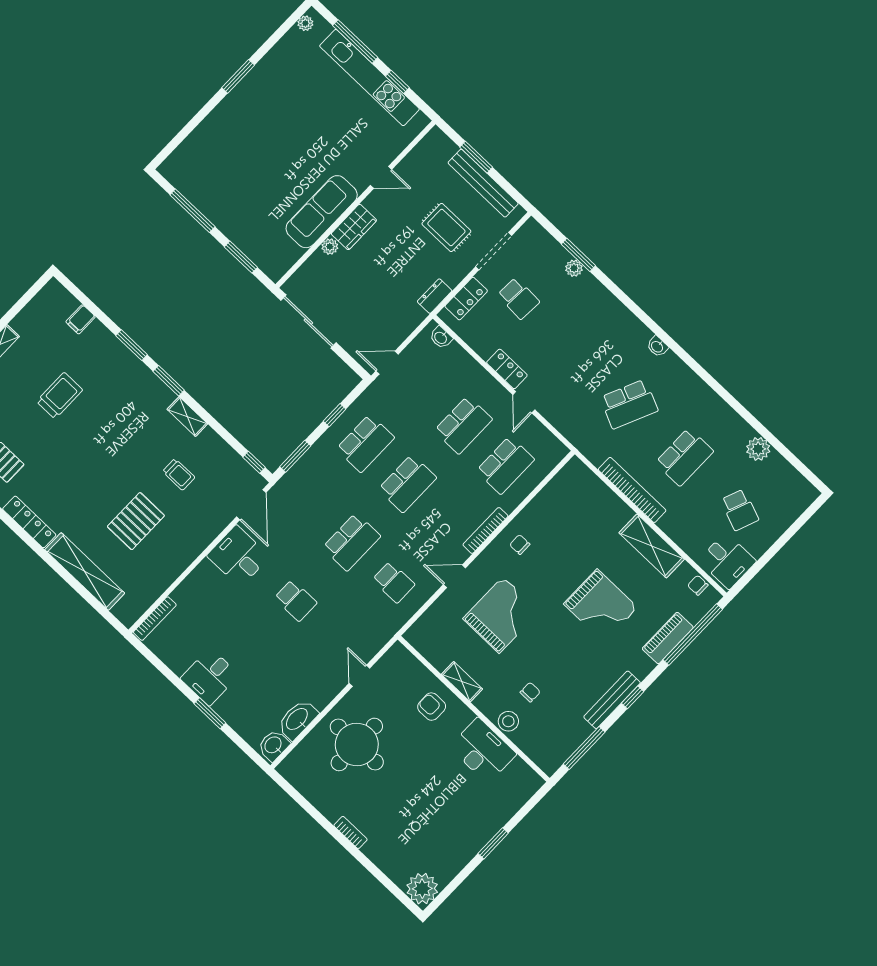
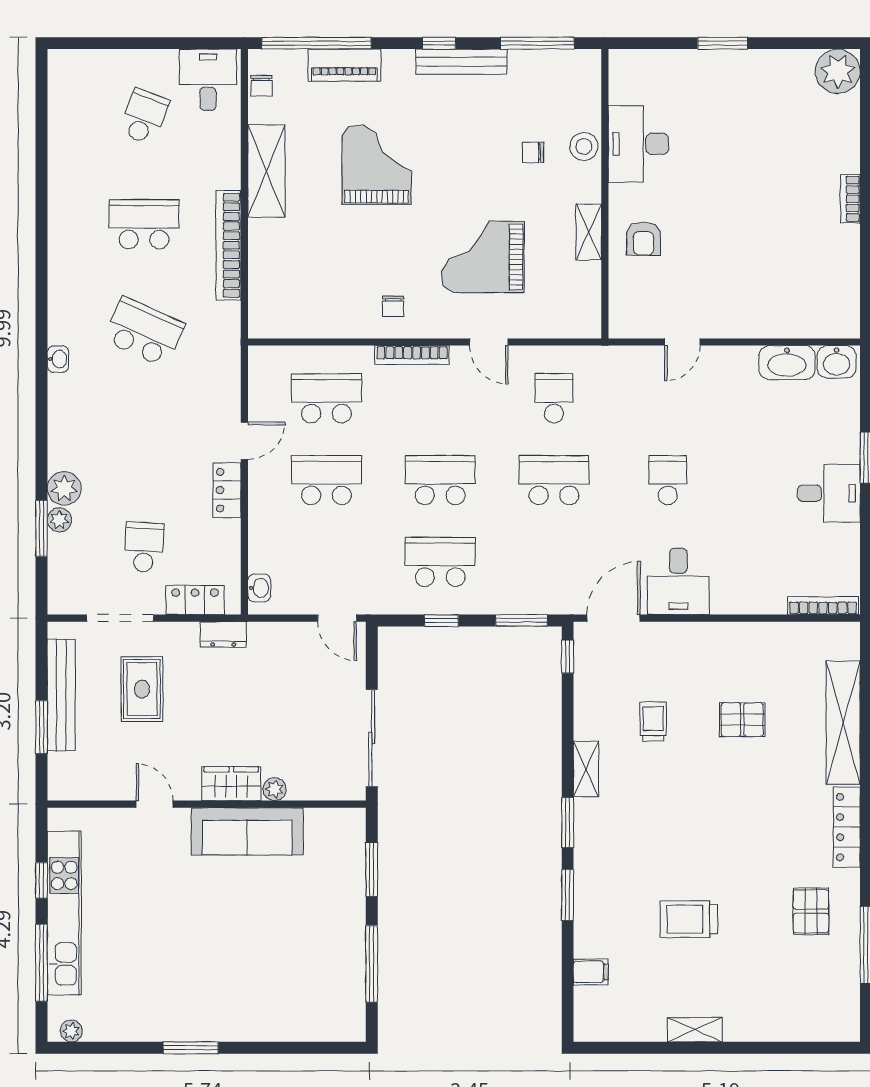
plant: (758, 449) -> (64, 489), moved
pallet: (136, 521) -> (742, 720), width x0.67, depth x0.71
round table: (357, 744) -> (755, 278), removed

